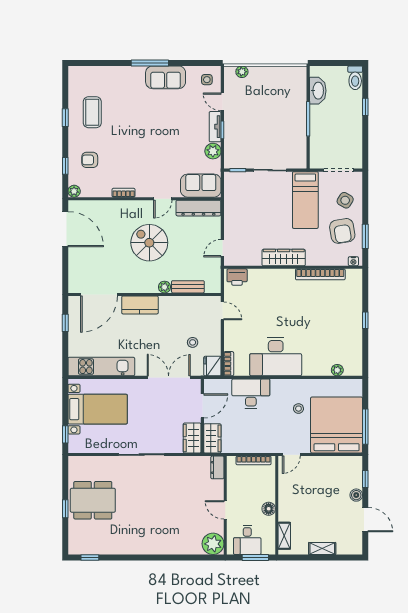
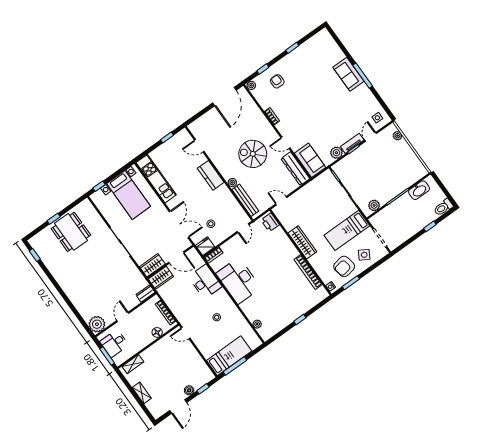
sofa: (166, 77) -> (348, 74), moved
coffee table: (92, 112) -> (307, 62), removed
plant: (299, 151) -> (374, 205), added
spiral stairs: (149, 243) -> (253, 154), turned -90
bench: (188, 287) -> (245, 200), width x1.36
door: (99, 294) -> (199, 146), width x0.53
bed: (337, 425) -> (229, 356), width x0.49
floor lamp: (269, 509) -> (157, 332), moved

